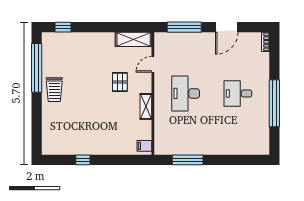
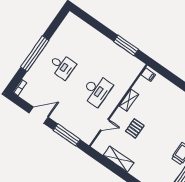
shelving: (134, 39) -> (119, 159), moved
window: (274, 103) -> (35, 54), moved

